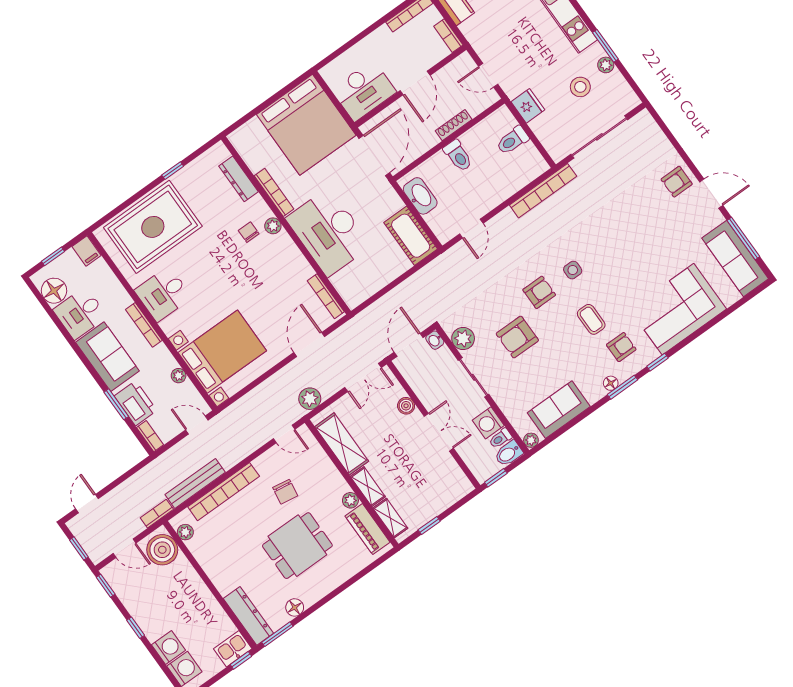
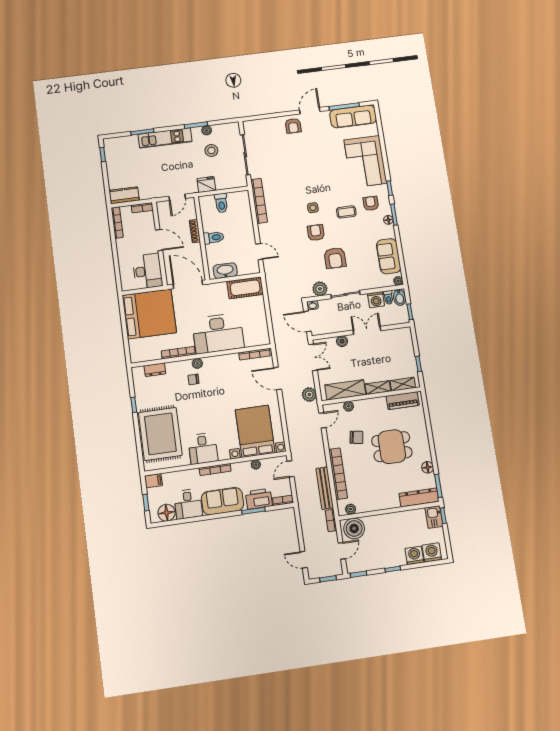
dresser: (239, 179) -> (155, 370), width x0.70
plant: (350, 500) -> (349, 406), moved
dining table: (297, 546) -> (392, 447), turned 90

